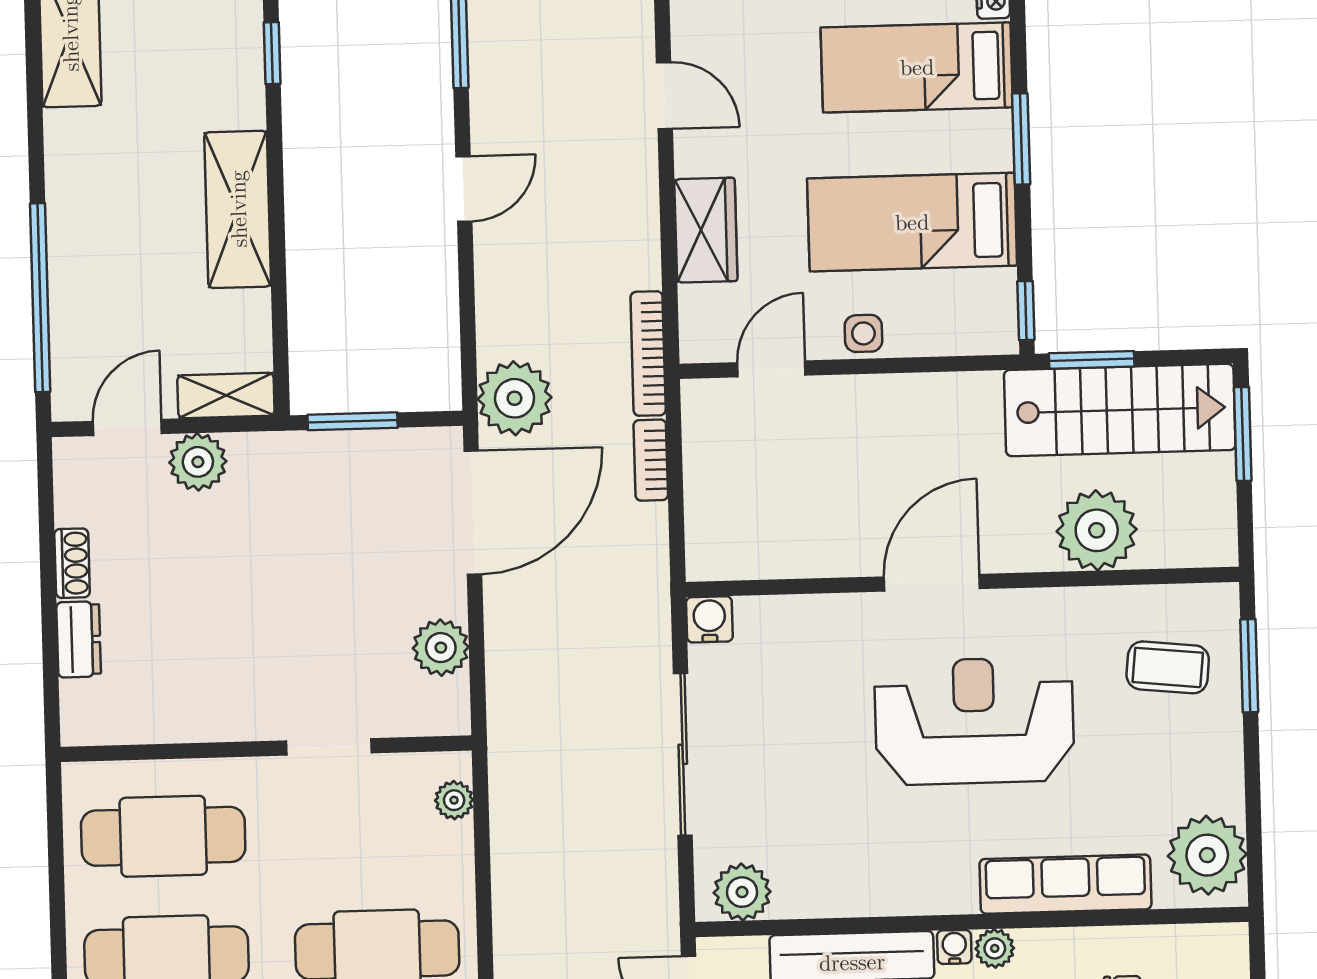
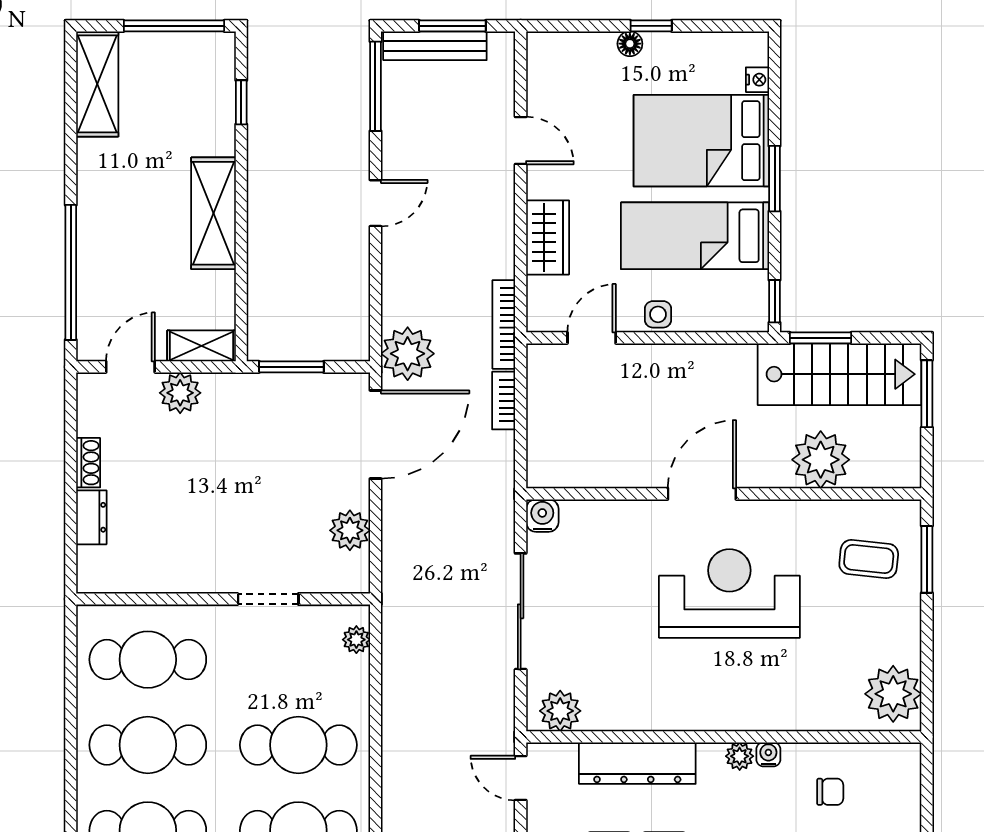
bed: (917, 67) -> (701, 141), width x1.50
row of seats: (1065, 884) -> (791, 712), removed
water cooler: (954, 947) -> (768, 754), moved

